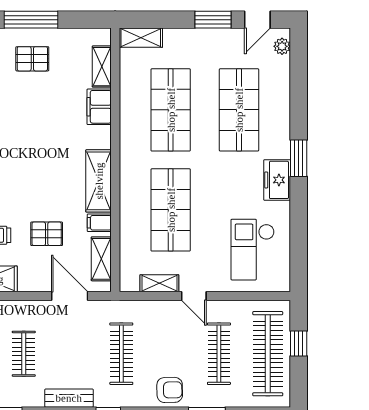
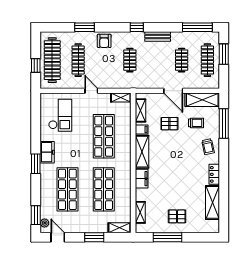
window: (31, 20) -> (168, 237), moved
window: (213, 20) -> (94, 237), moved
door: (257, 20) -> (58, 237), hinge flipped
window: (299, 61) -> (36, 215), added
filing cabinet: (99, 107) -> (142, 179), moved
shelving: (159, 283) -> (121, 97), moved
door: (70, 296) -> (173, 91), moved
clothes rail: (121, 354) -> (130, 60), width x0.73
armchair: (170, 390) -> (104, 41), turned -89

